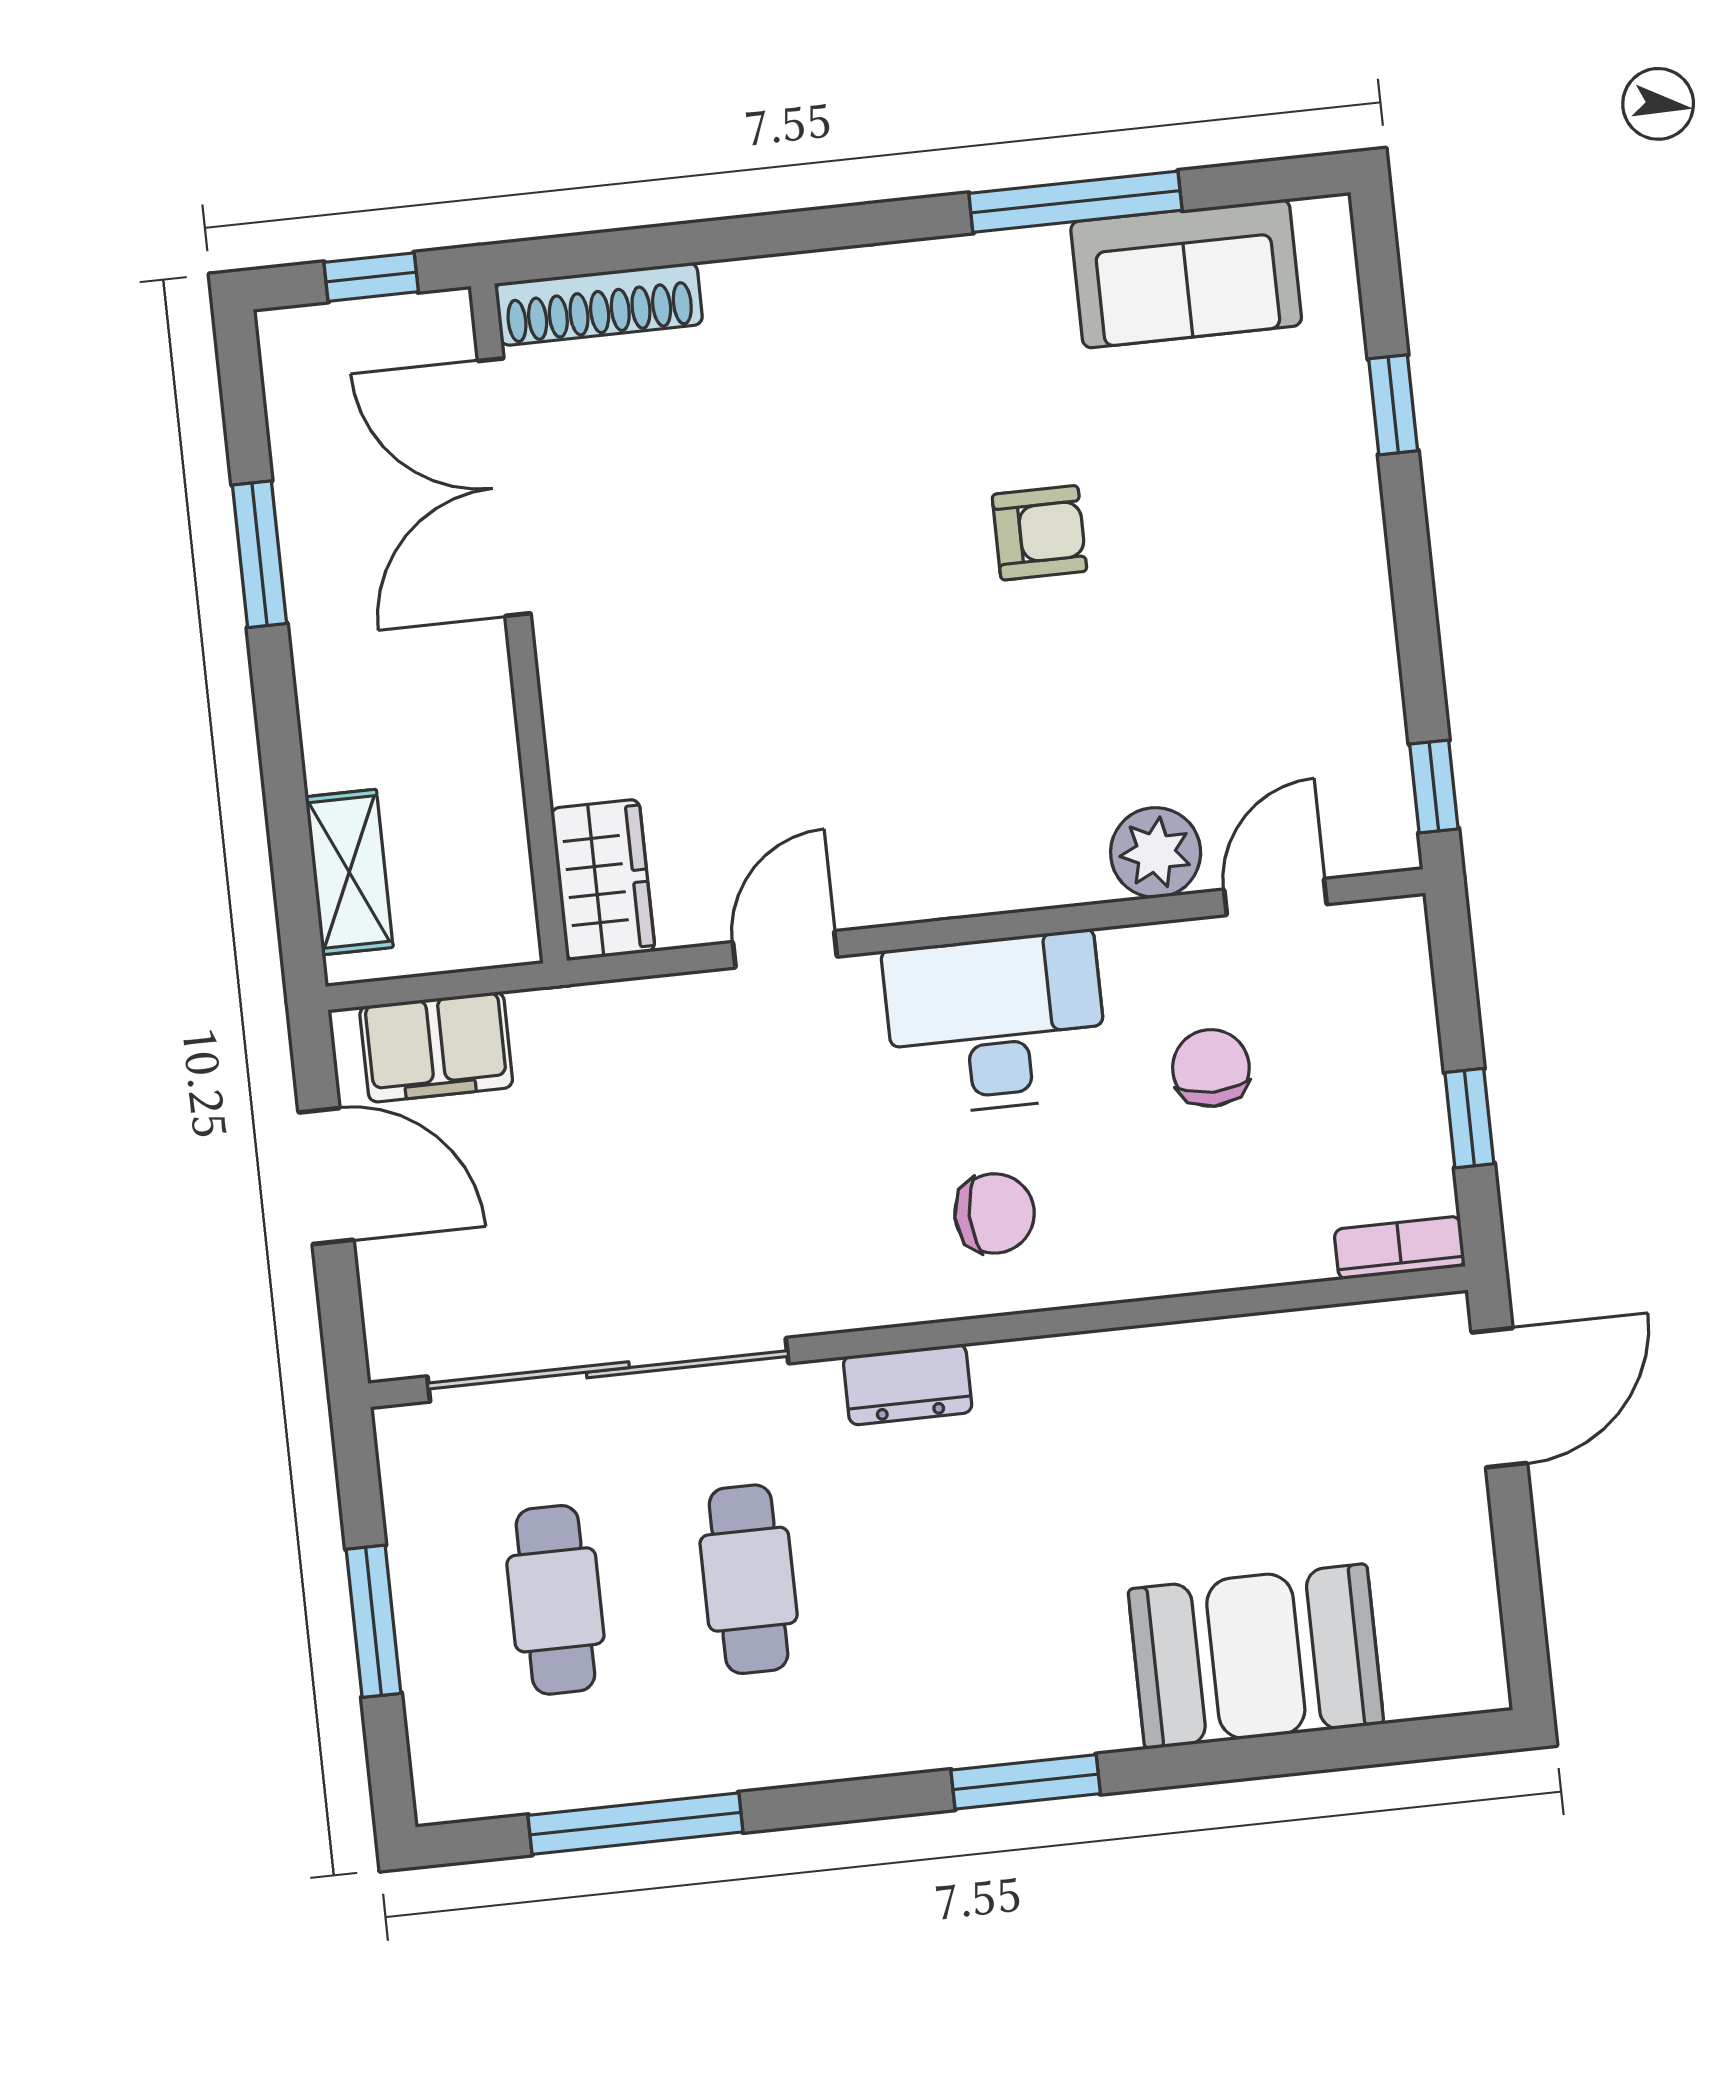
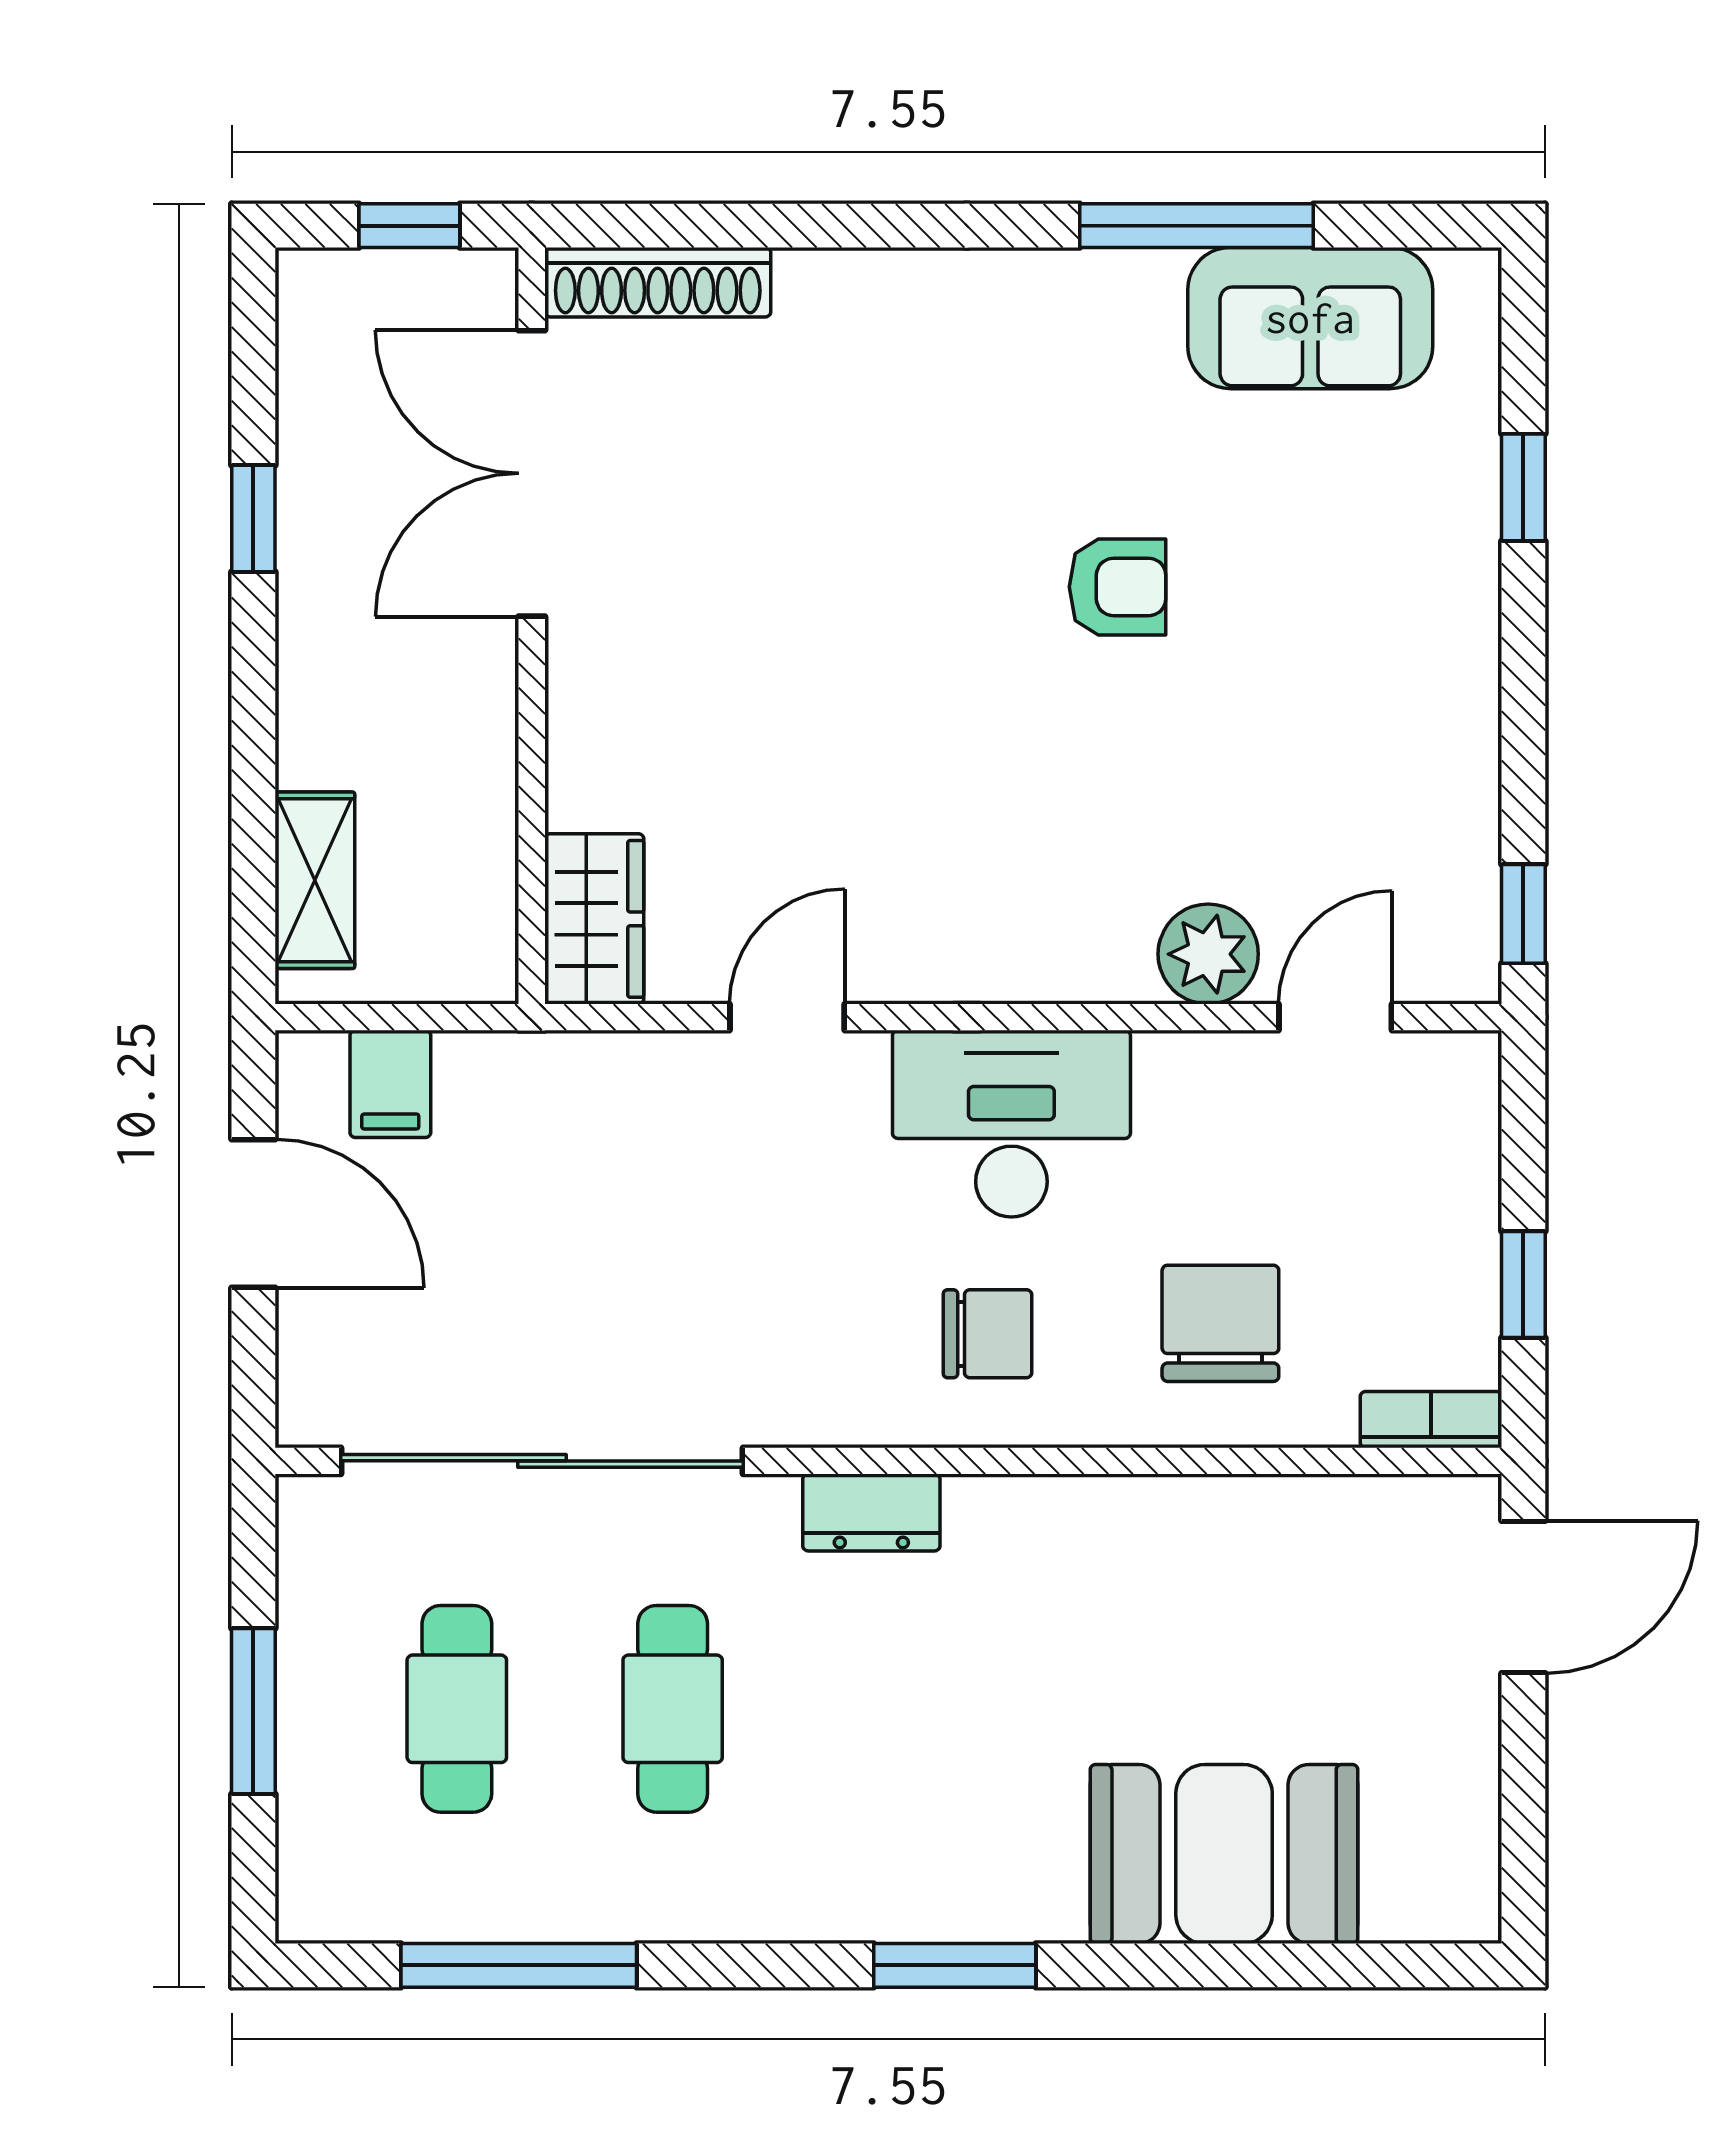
window: (260, 554) -> (253, 519), width x0.67
filing cabinet: (436, 1047) -> (390, 1084), width x0.50
chair: (1211, 1068) -> (1220, 1323), moved, width x1.37, depth x1.37

